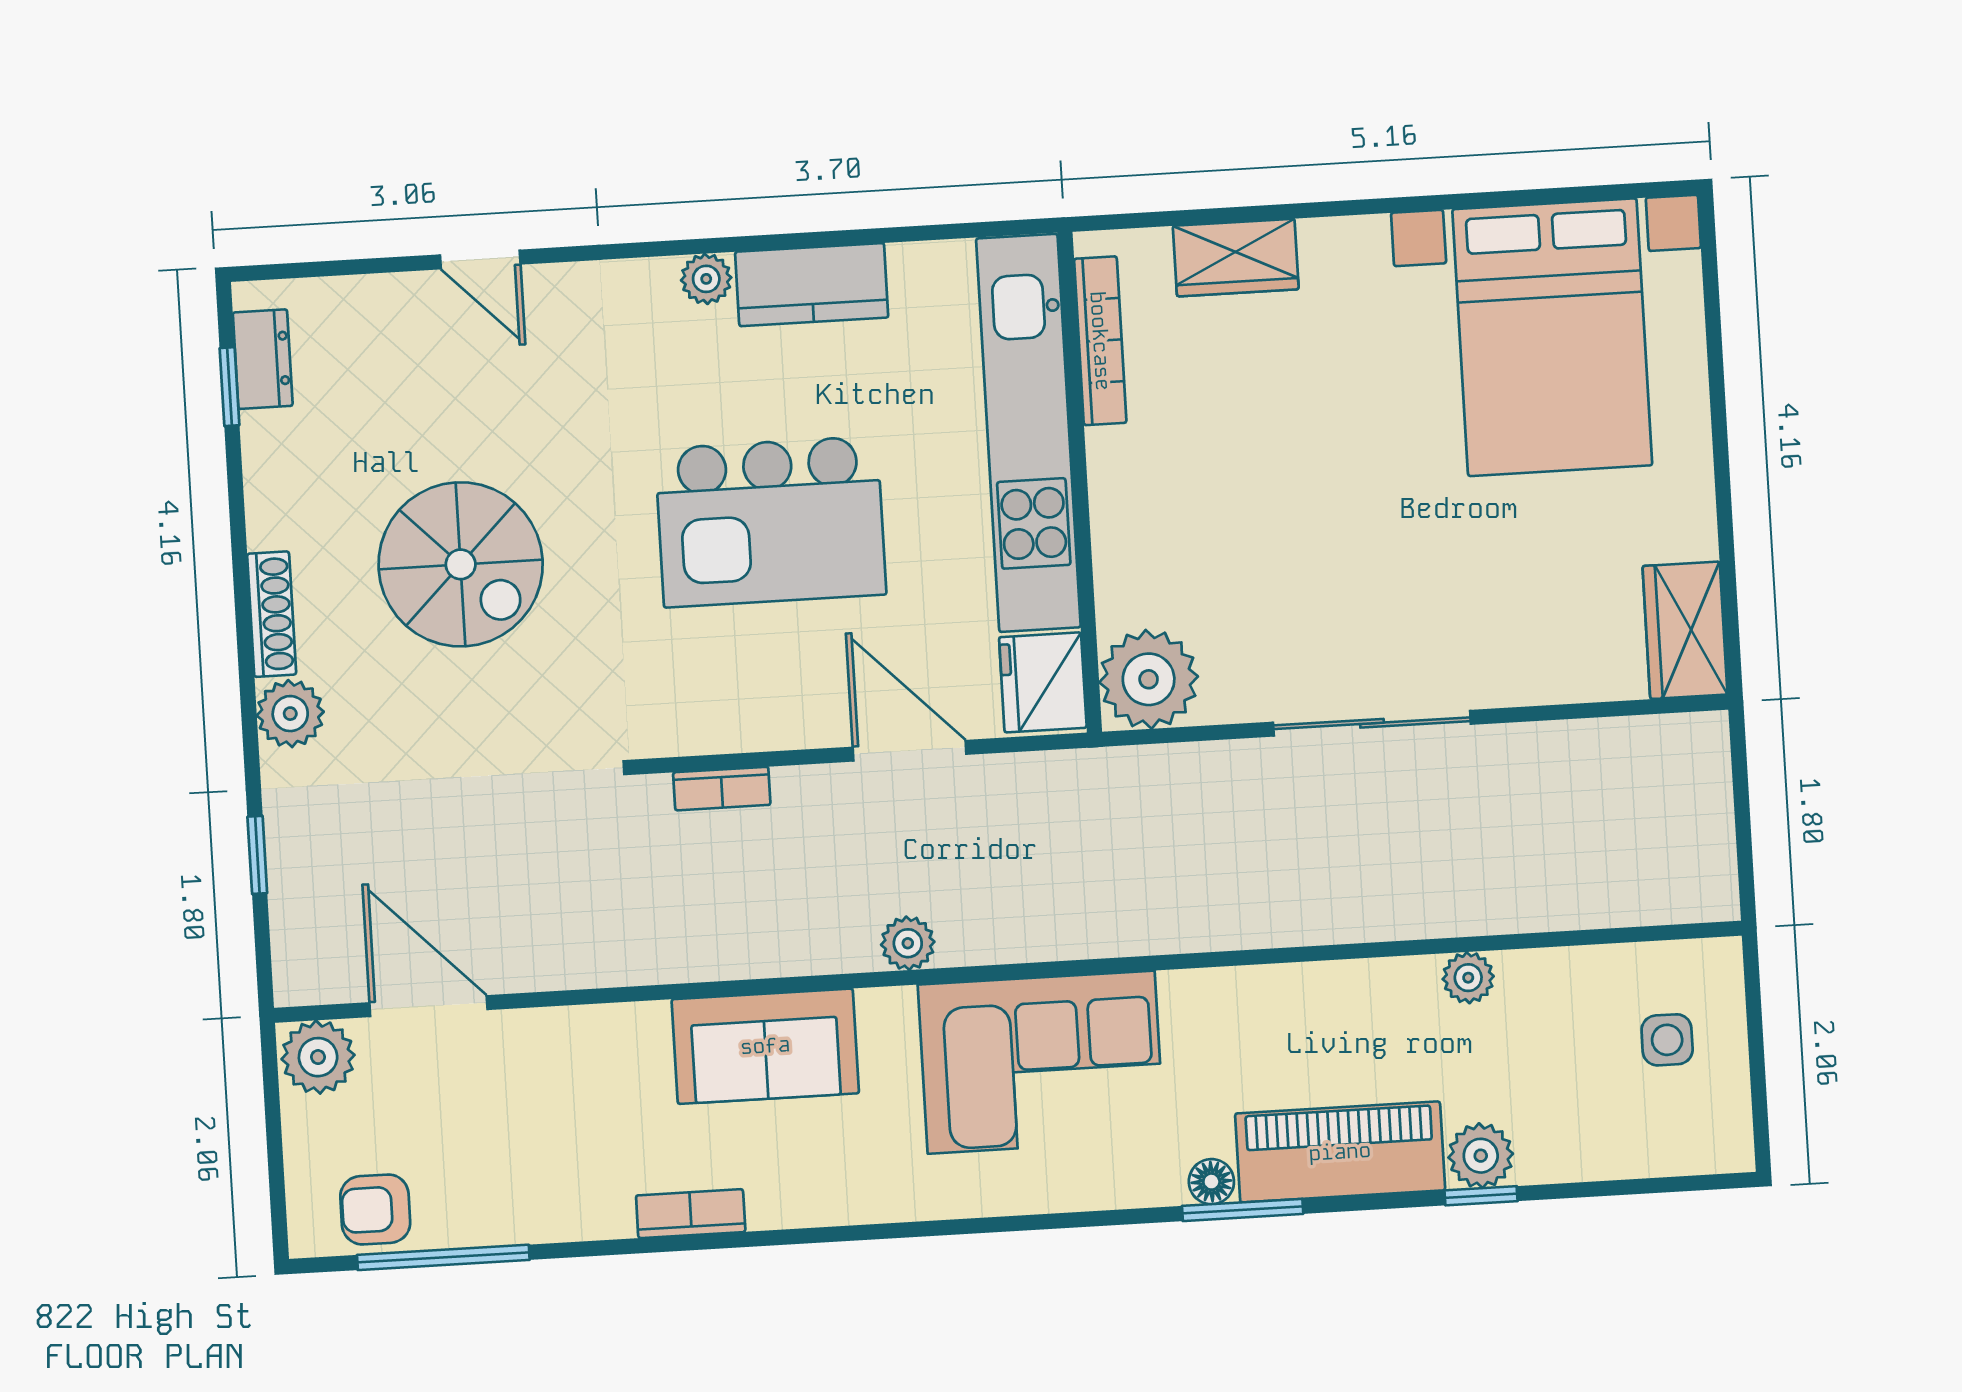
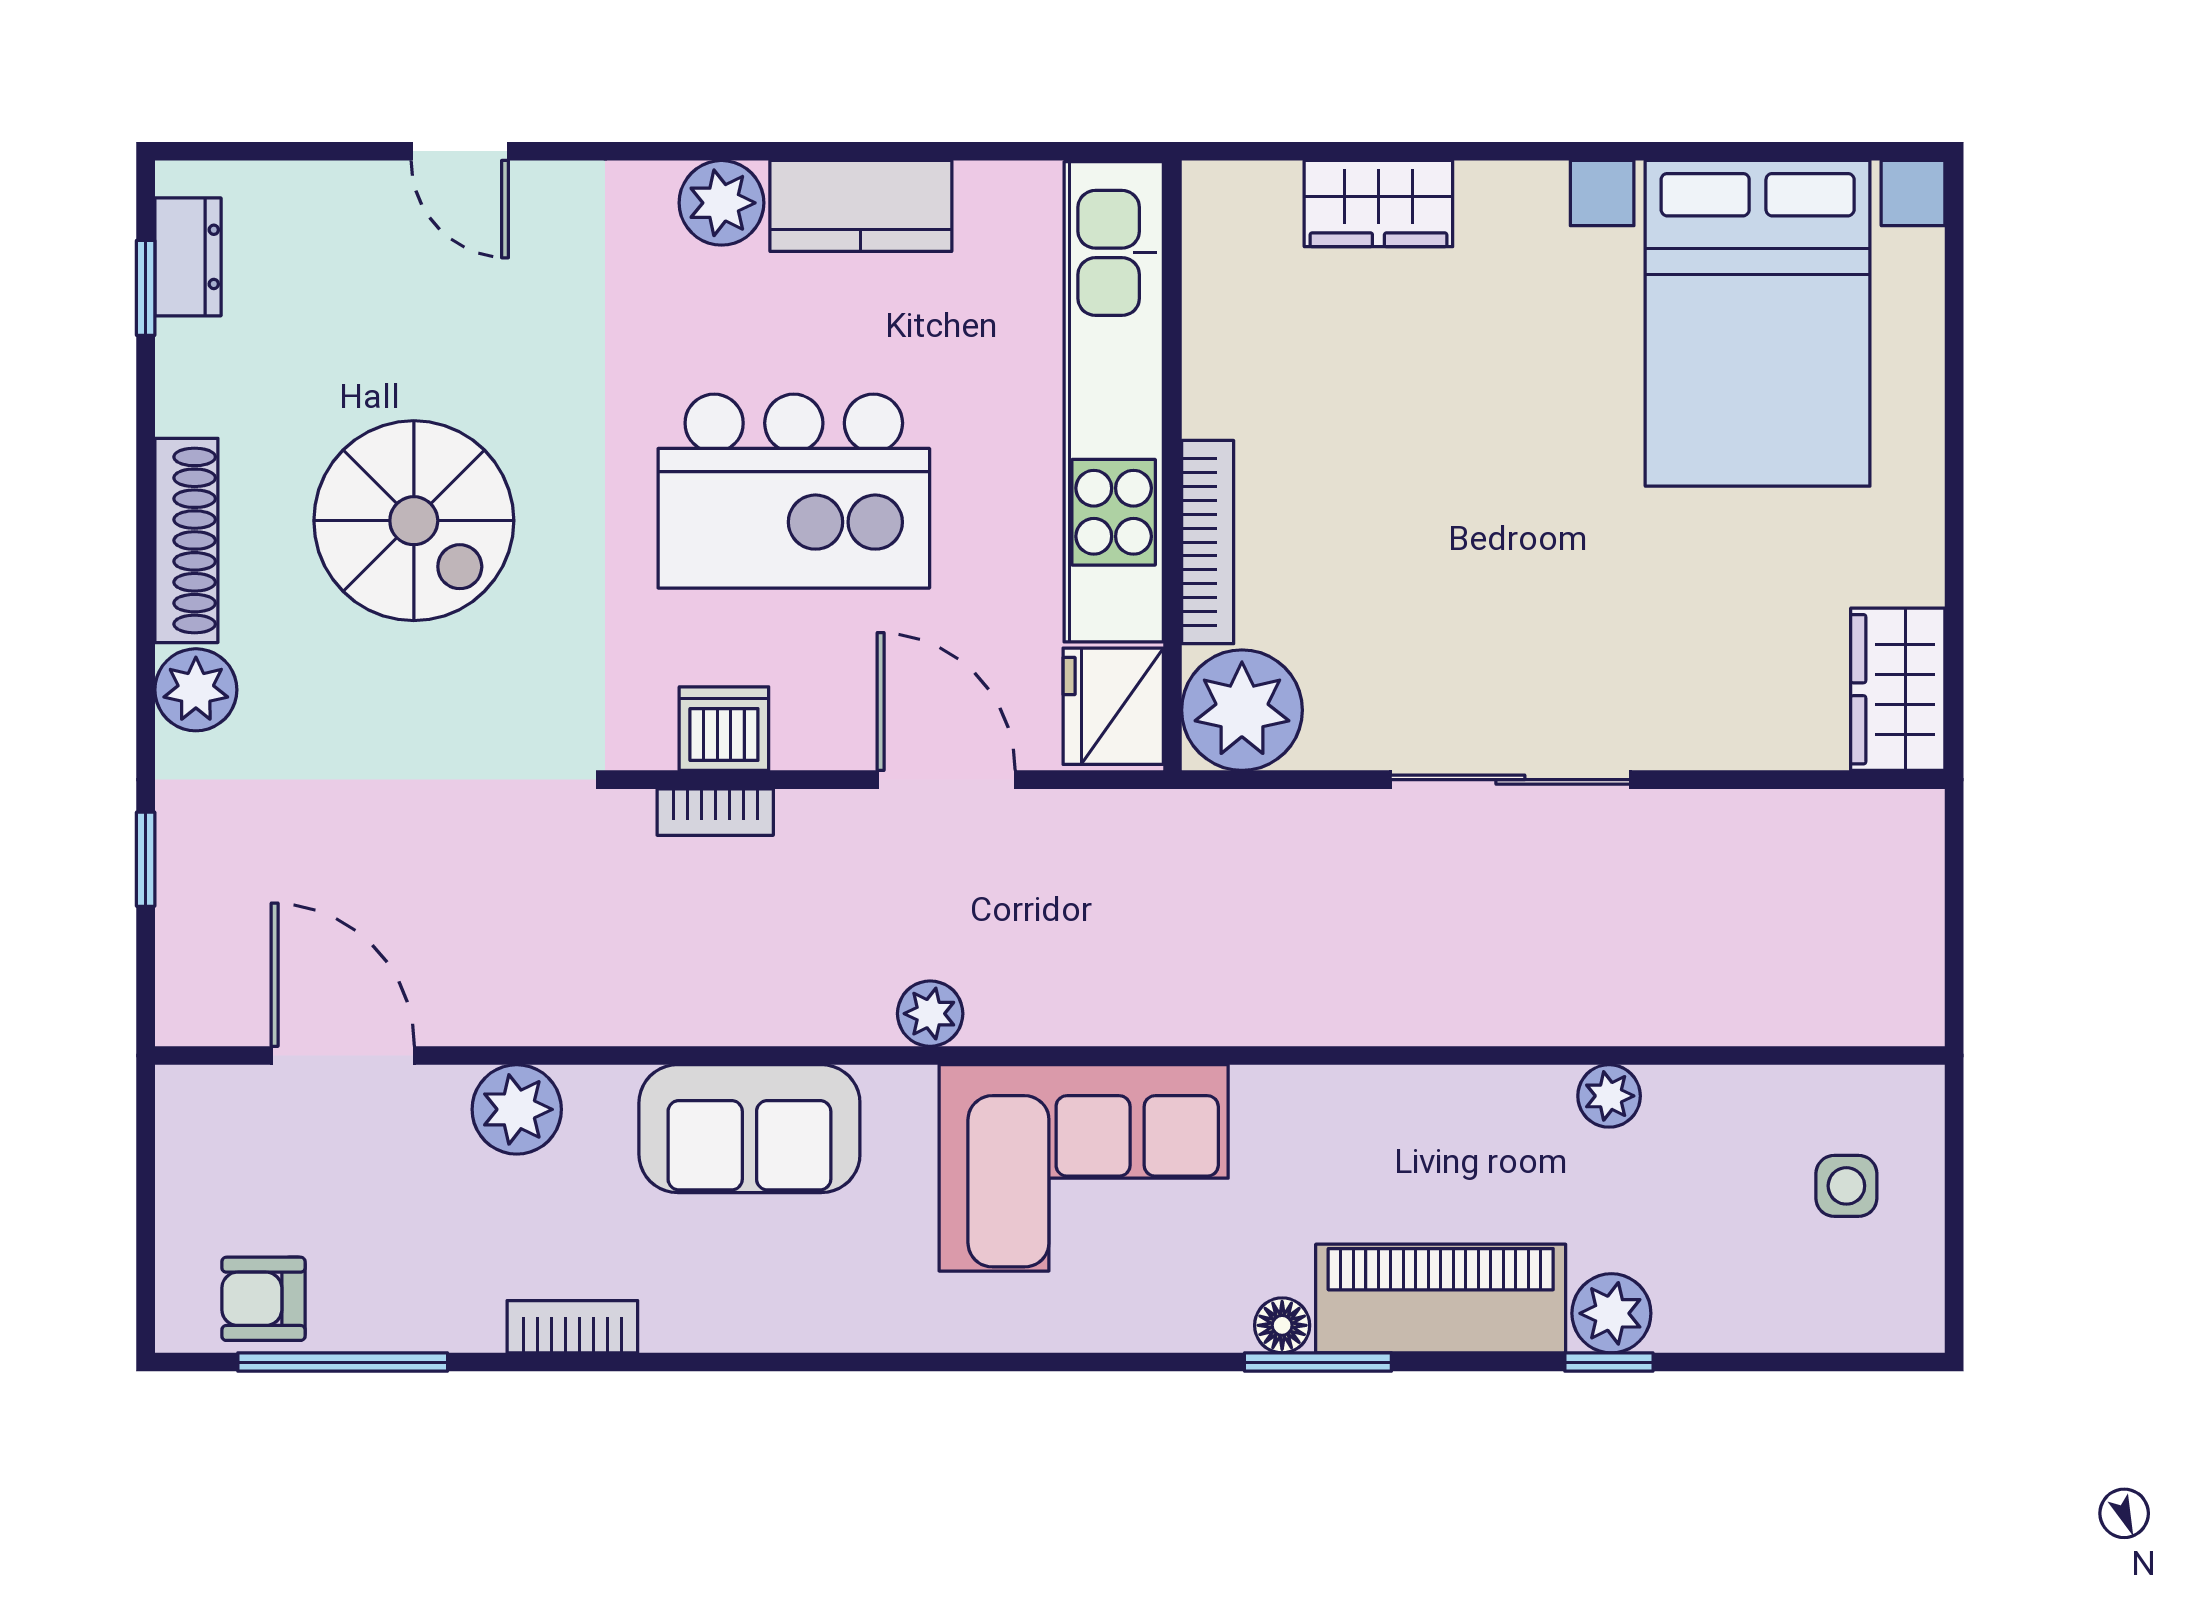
plant: (706, 279) -> (721, 203), width x1.38, depth x1.38
bookcase: (1100, 341) -> (1208, 542), moved
shoe rack: (272, 614) -> (186, 540), width x1.36, depth x1.24
dishwasher: (725, 720) -> (724, 729), added
plant: (318, 1057) -> (517, 1109), moved
bookcase: (691, 1214) -> (572, 1327), moved

